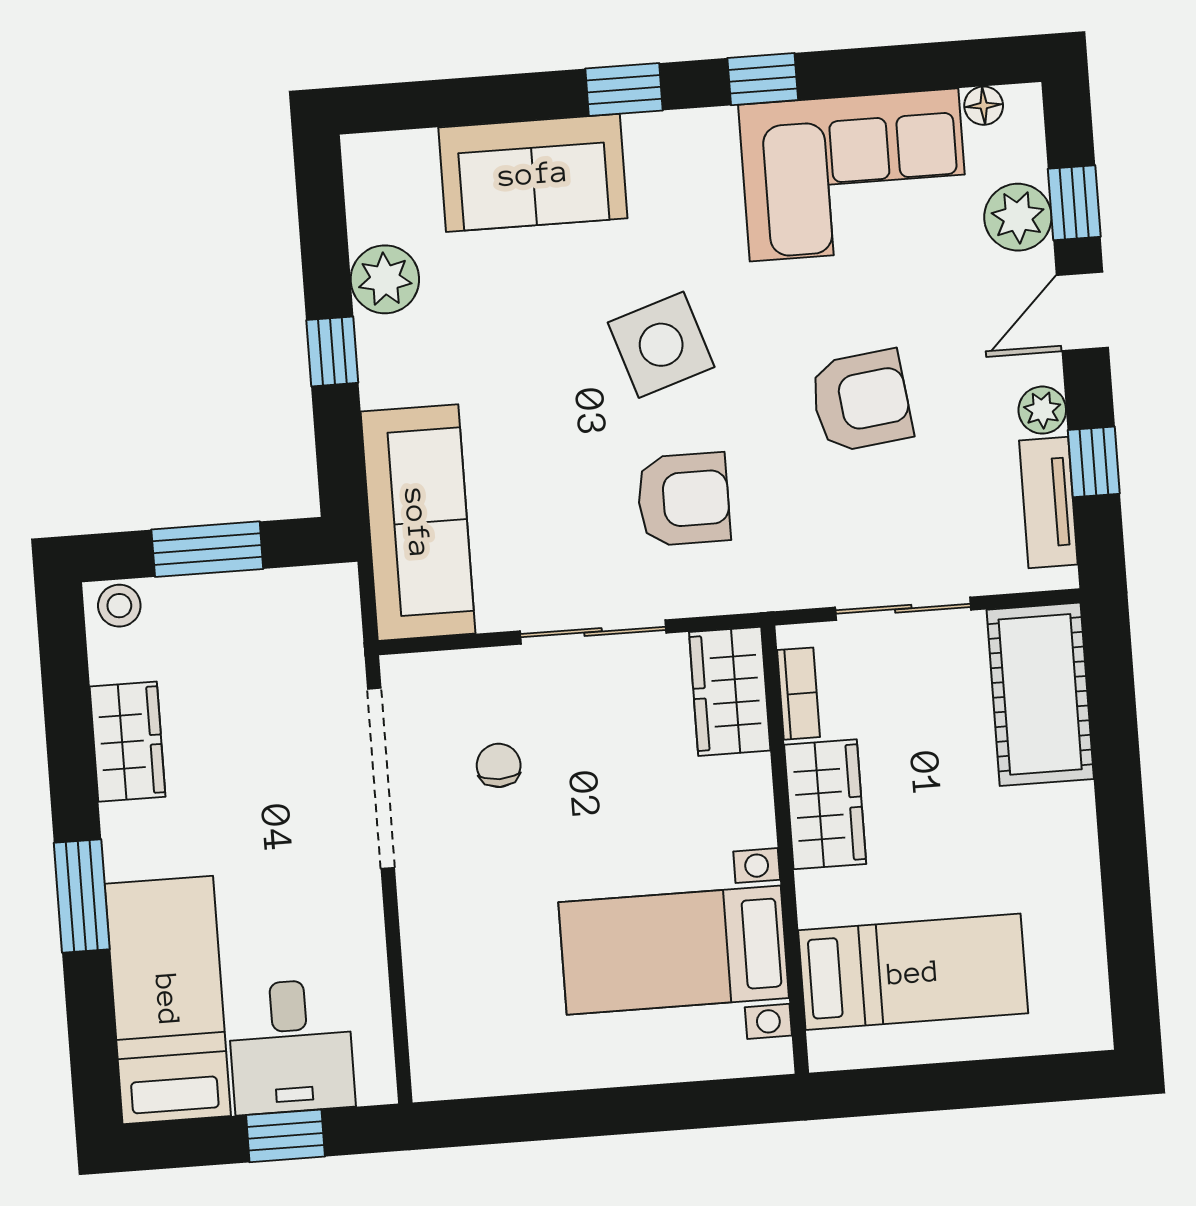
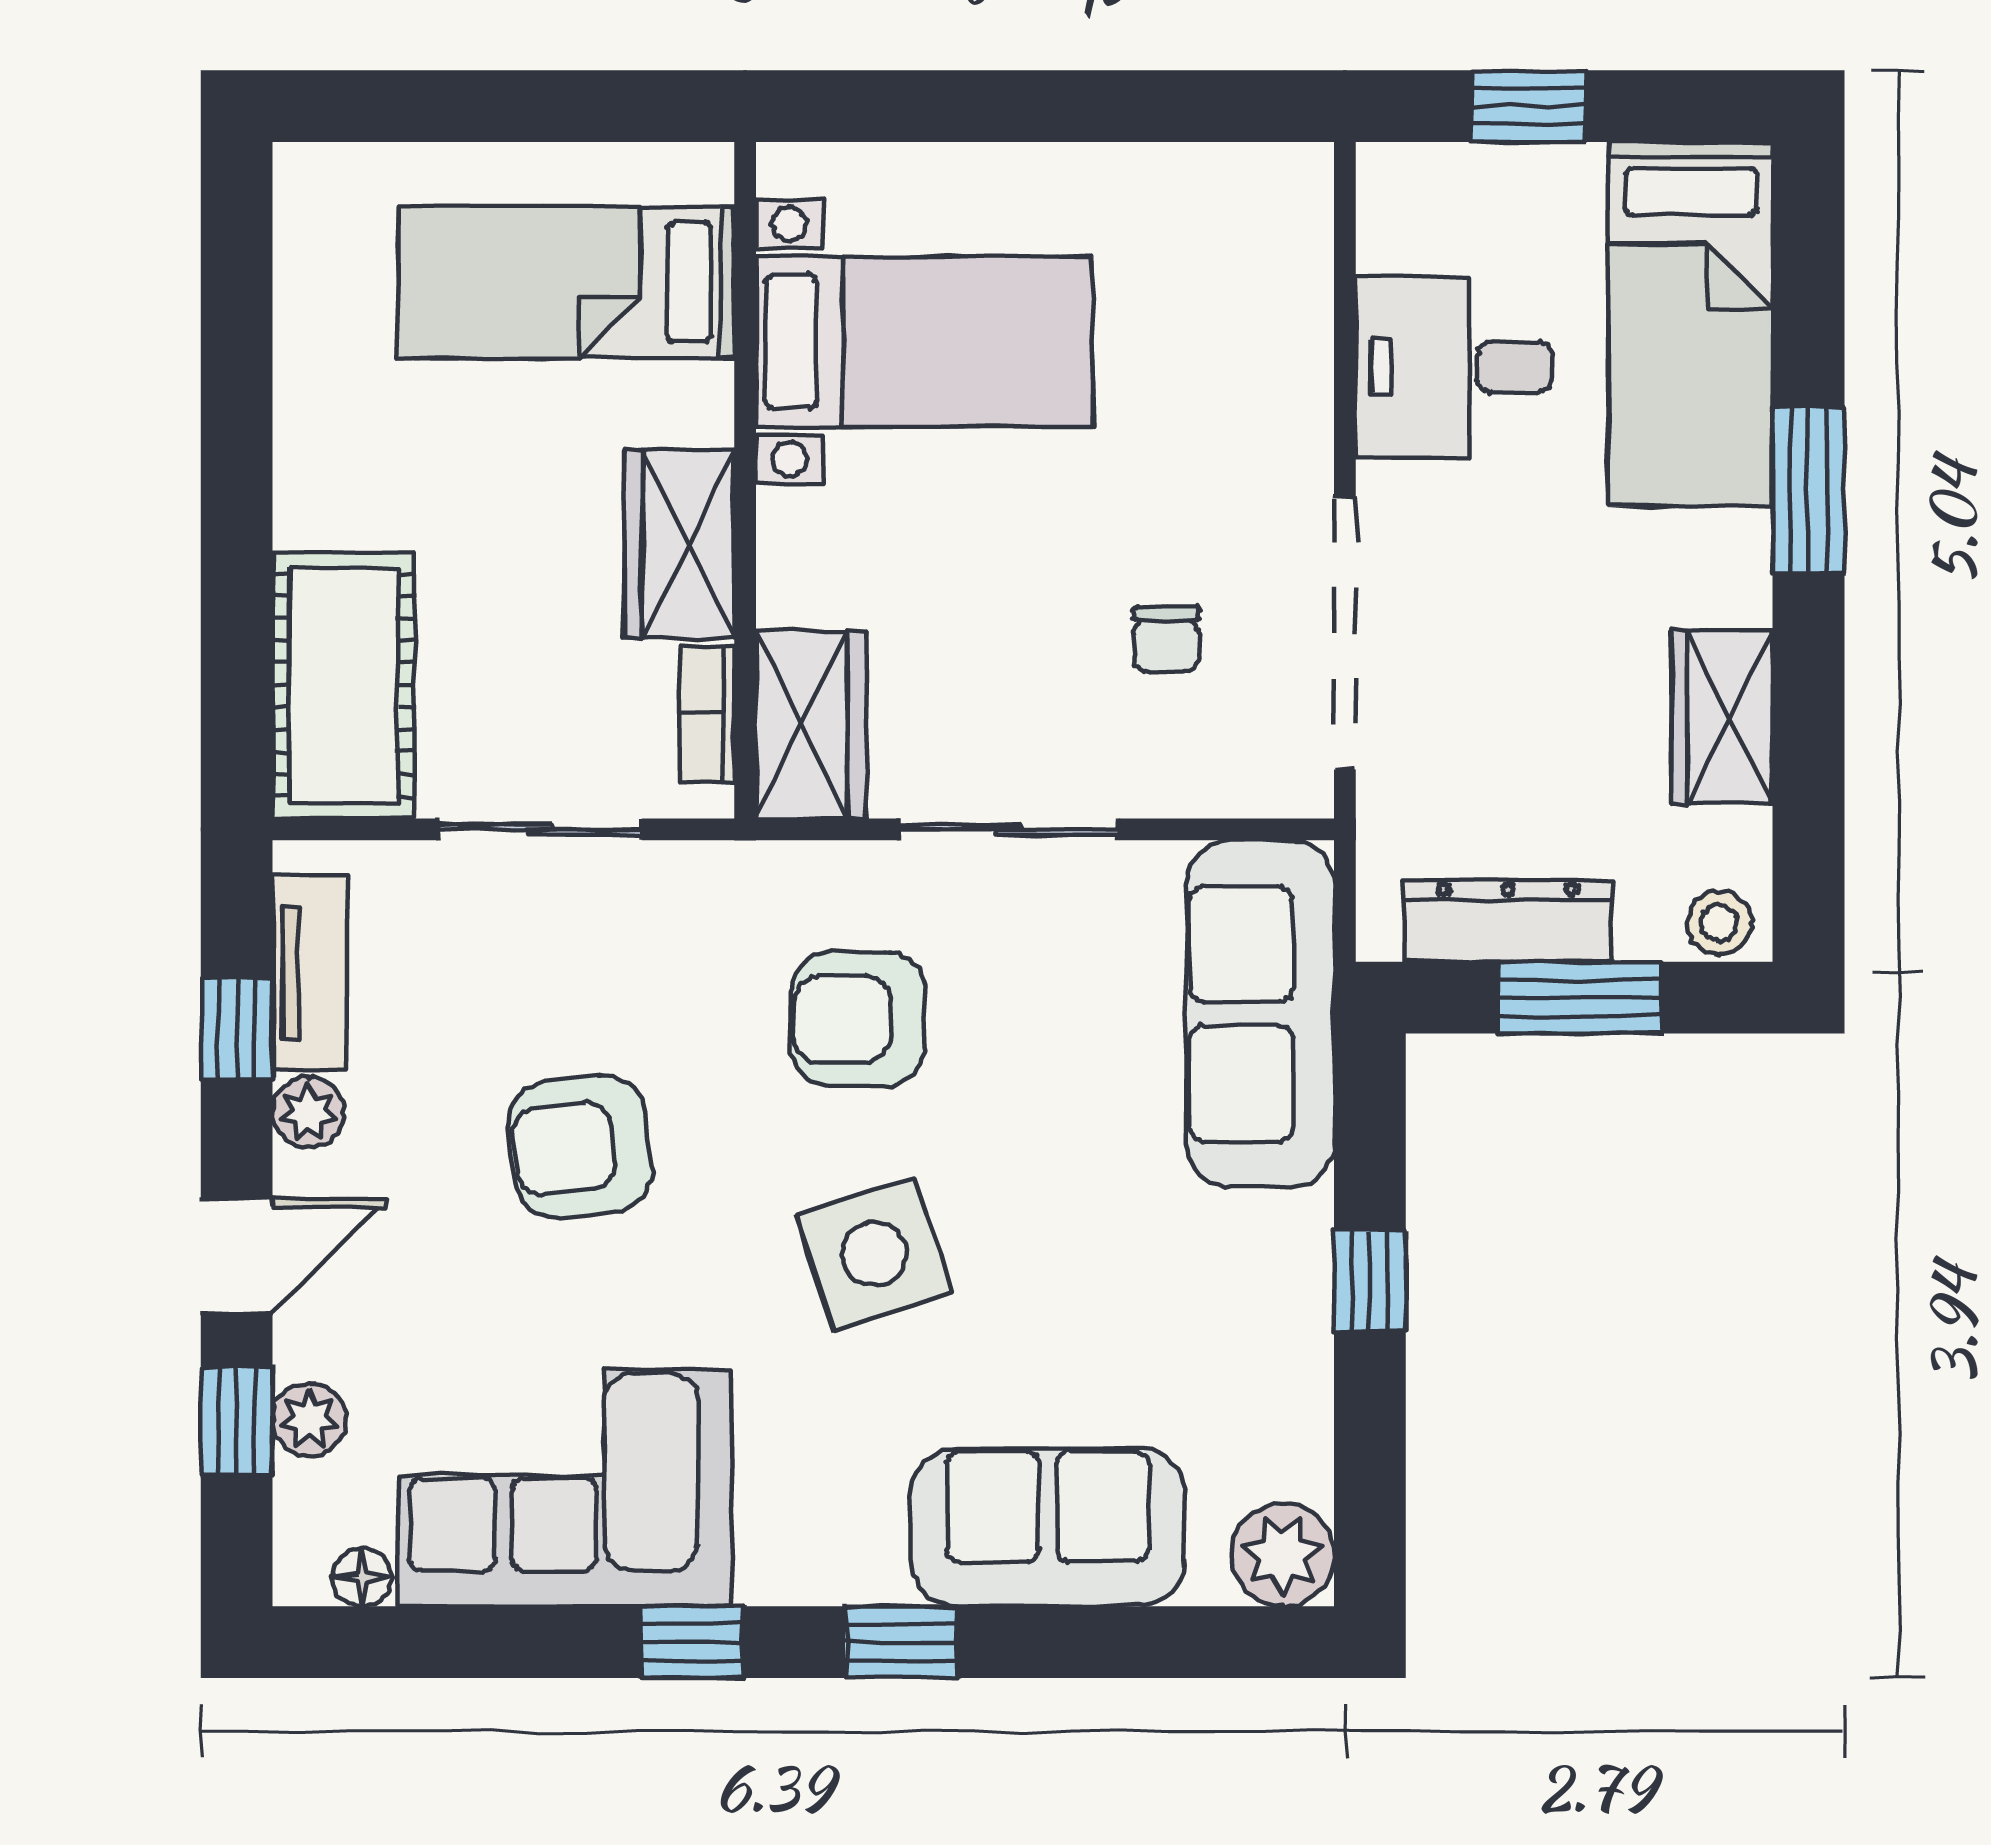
plant: (1018, 217) -> (309, 1419), width x0.73, depth x0.73
plant: (385, 279) -> (1282, 1555), moved
dresser: (259, 596) -> (1508, 921), added
desk: (291, 1046) -> (1454, 367), moved, turned -90

